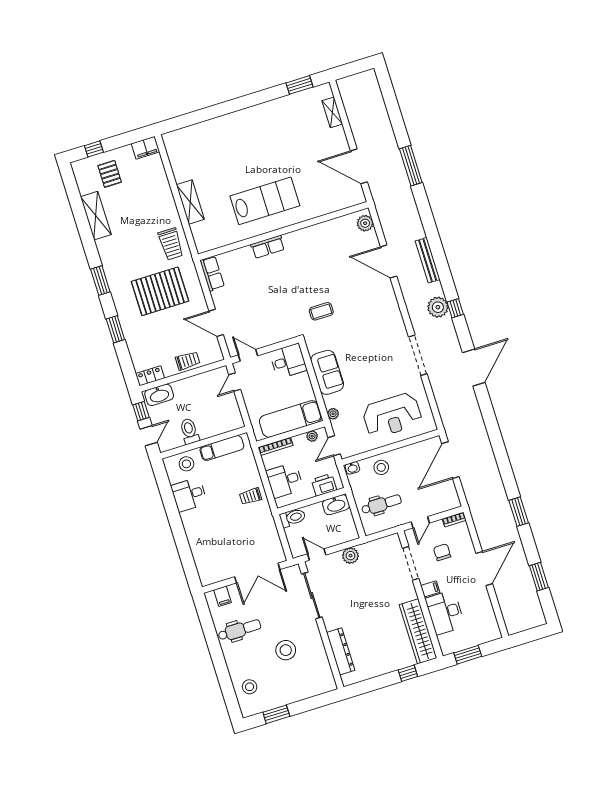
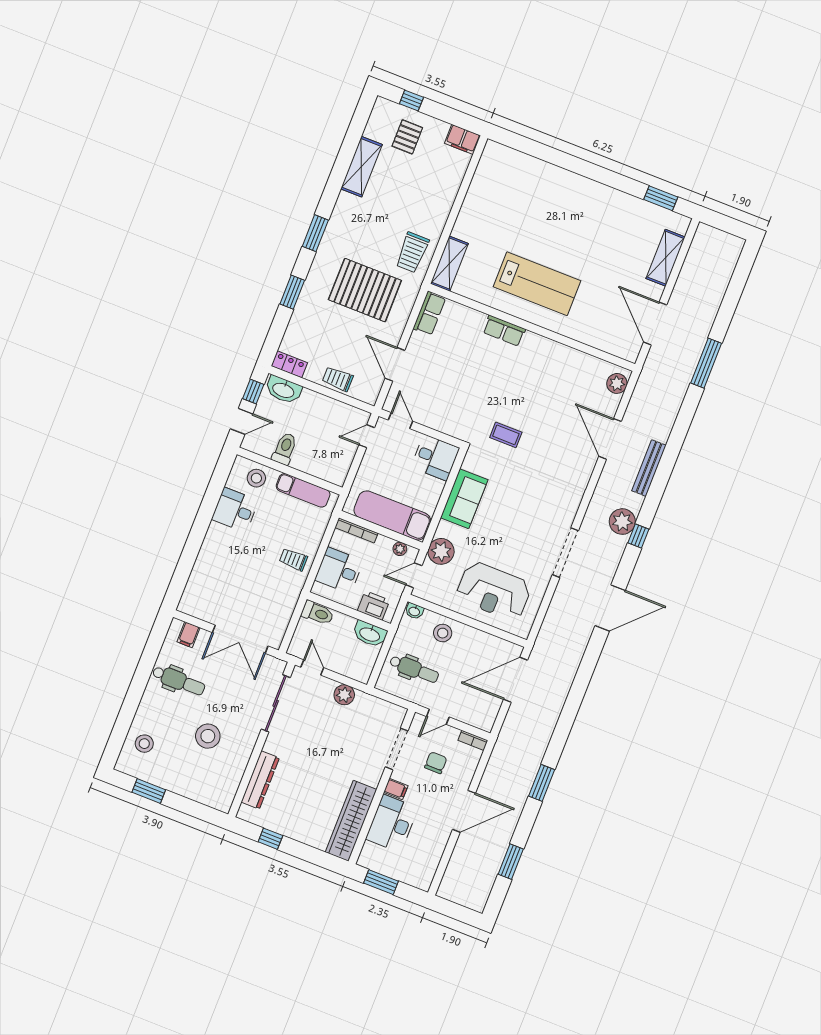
shelving: (332, 112) -> (666, 258), width x1.50, depth x1.33
shelving: (190, 202) -> (449, 264), moved
trolley: (188, 361) -> (338, 379), turned 180
plant: (333, 414) -> (441, 551), width x1.88, depth x1.88
window: (408, 673) -> (270, 839), moved

